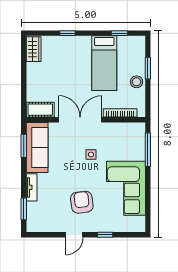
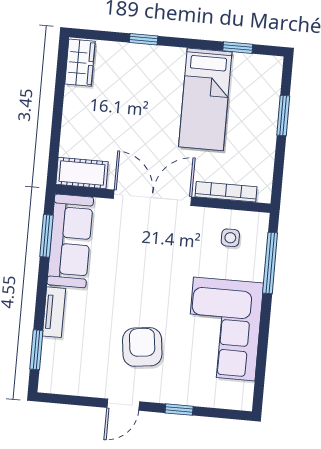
stool: (137, 82) -> (261, 138), removed
side table: (91, 155) -> (230, 238), moved

